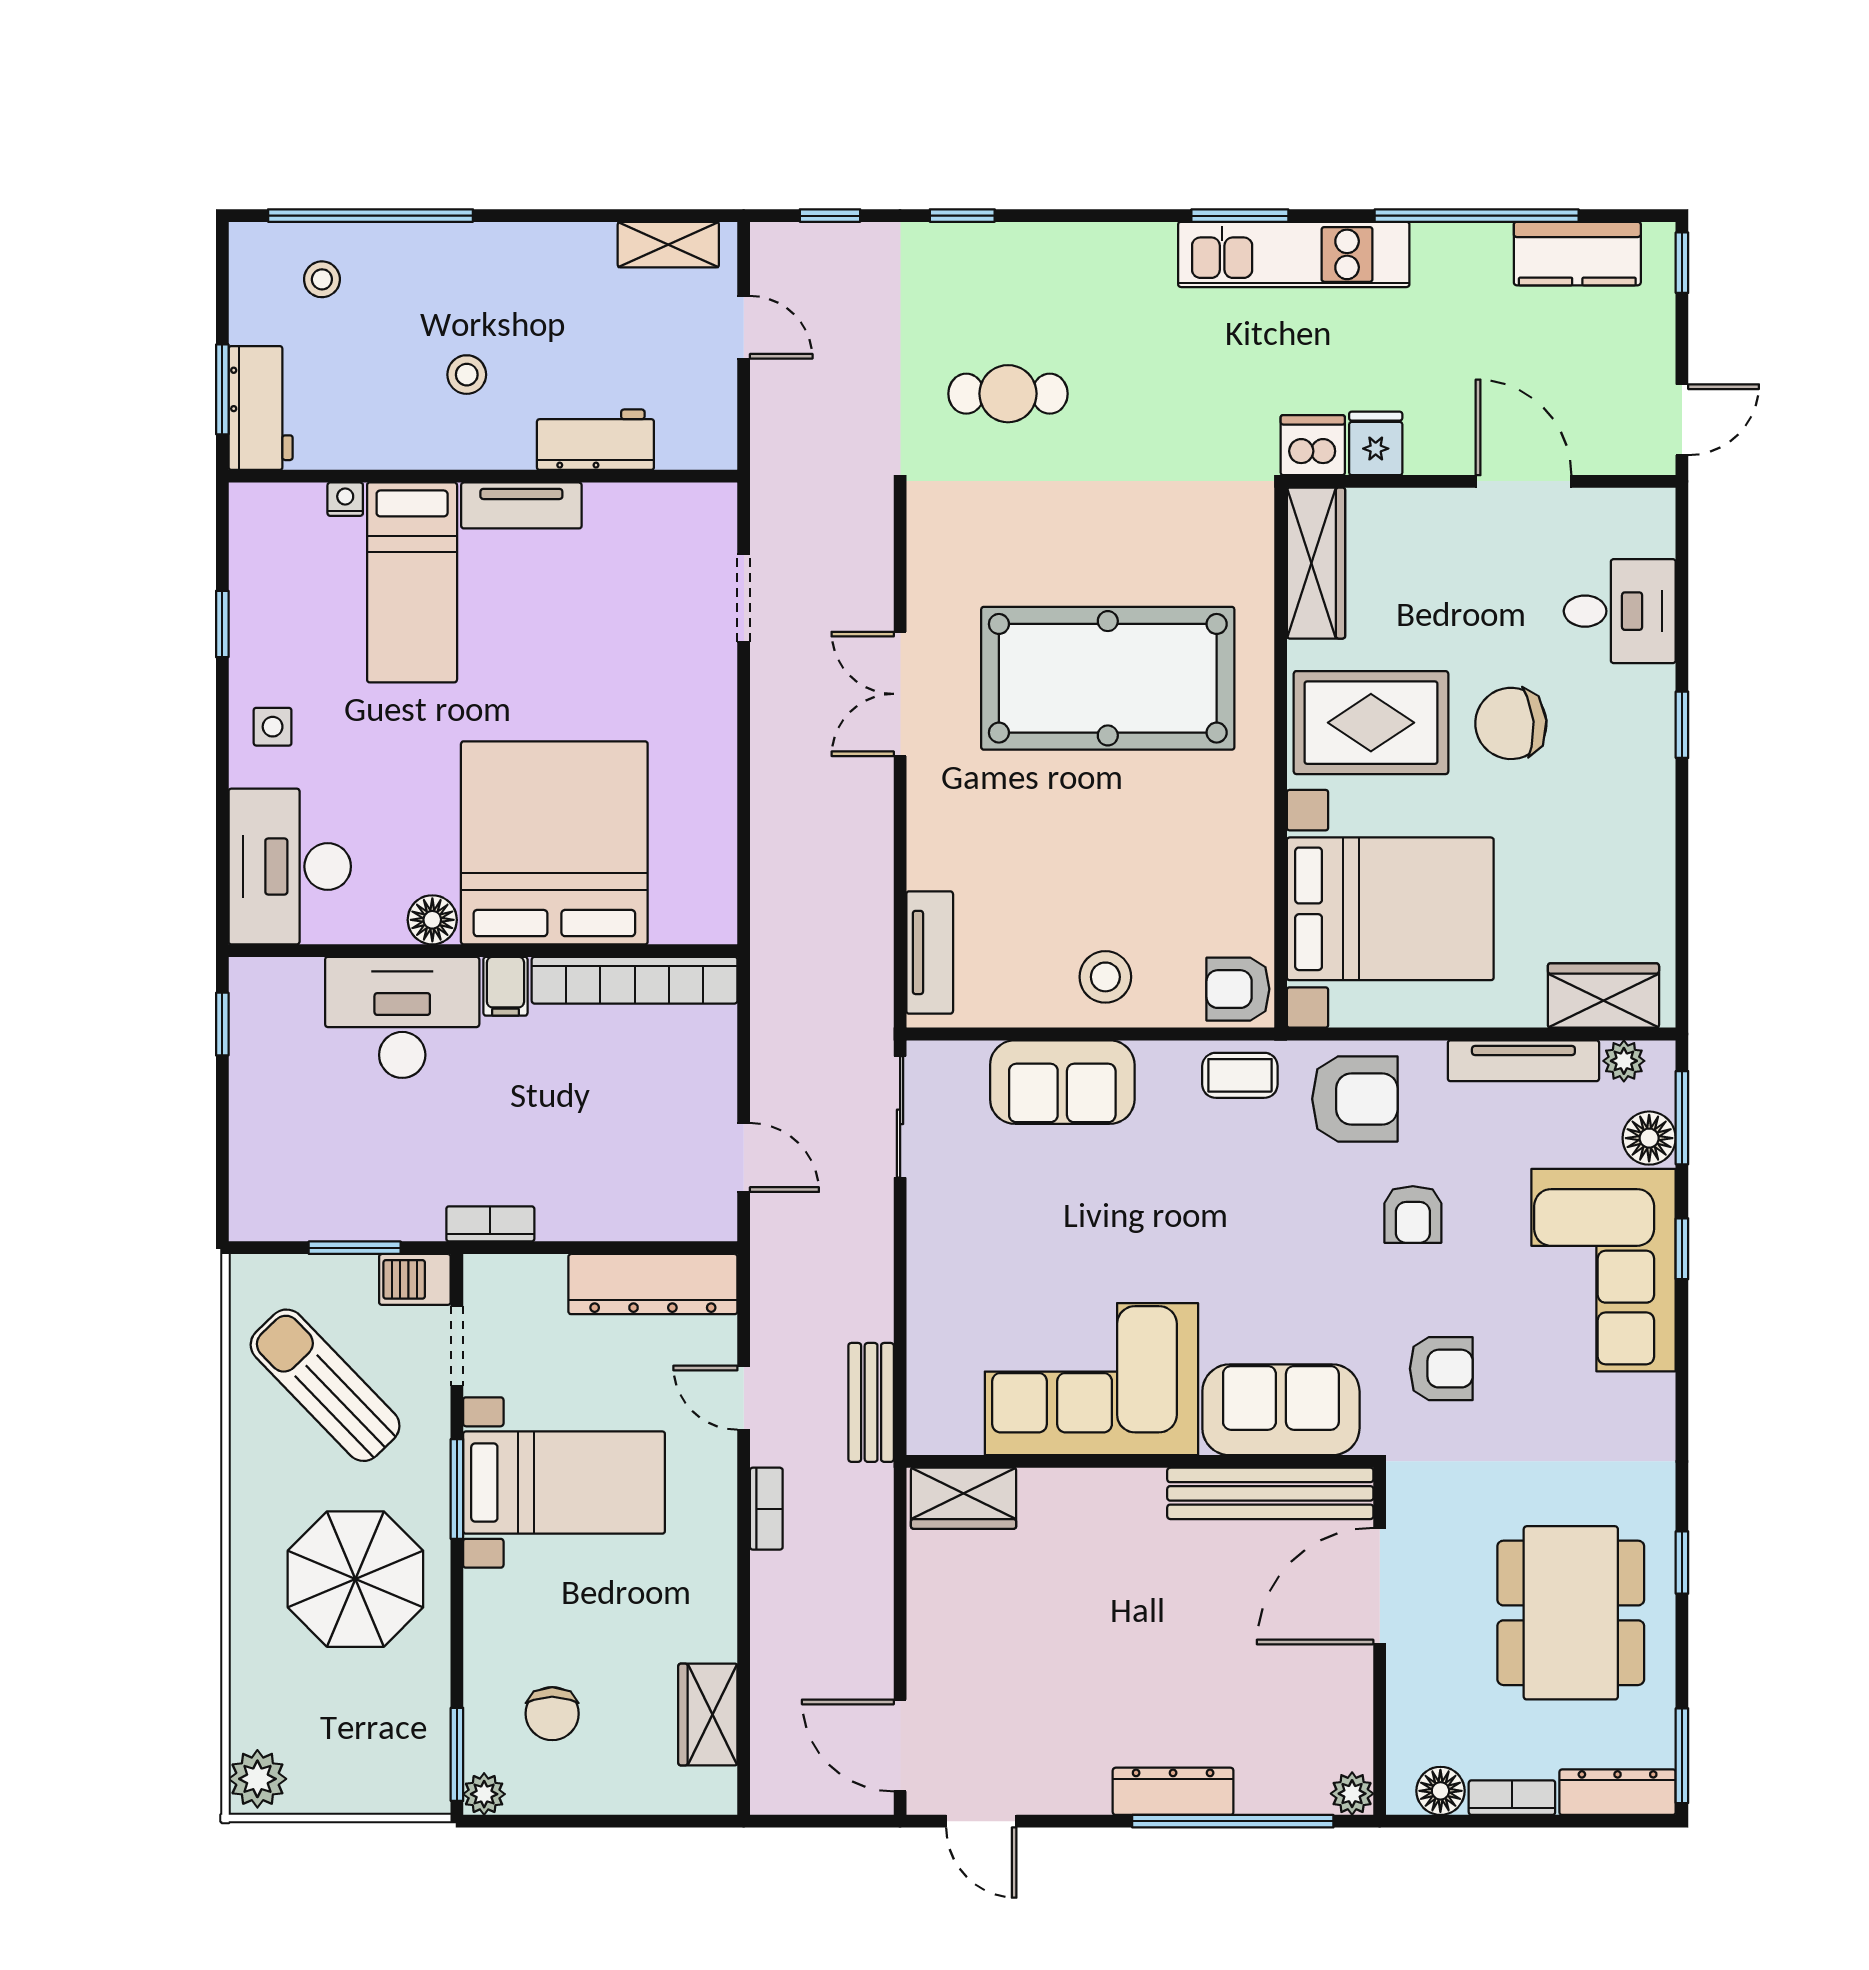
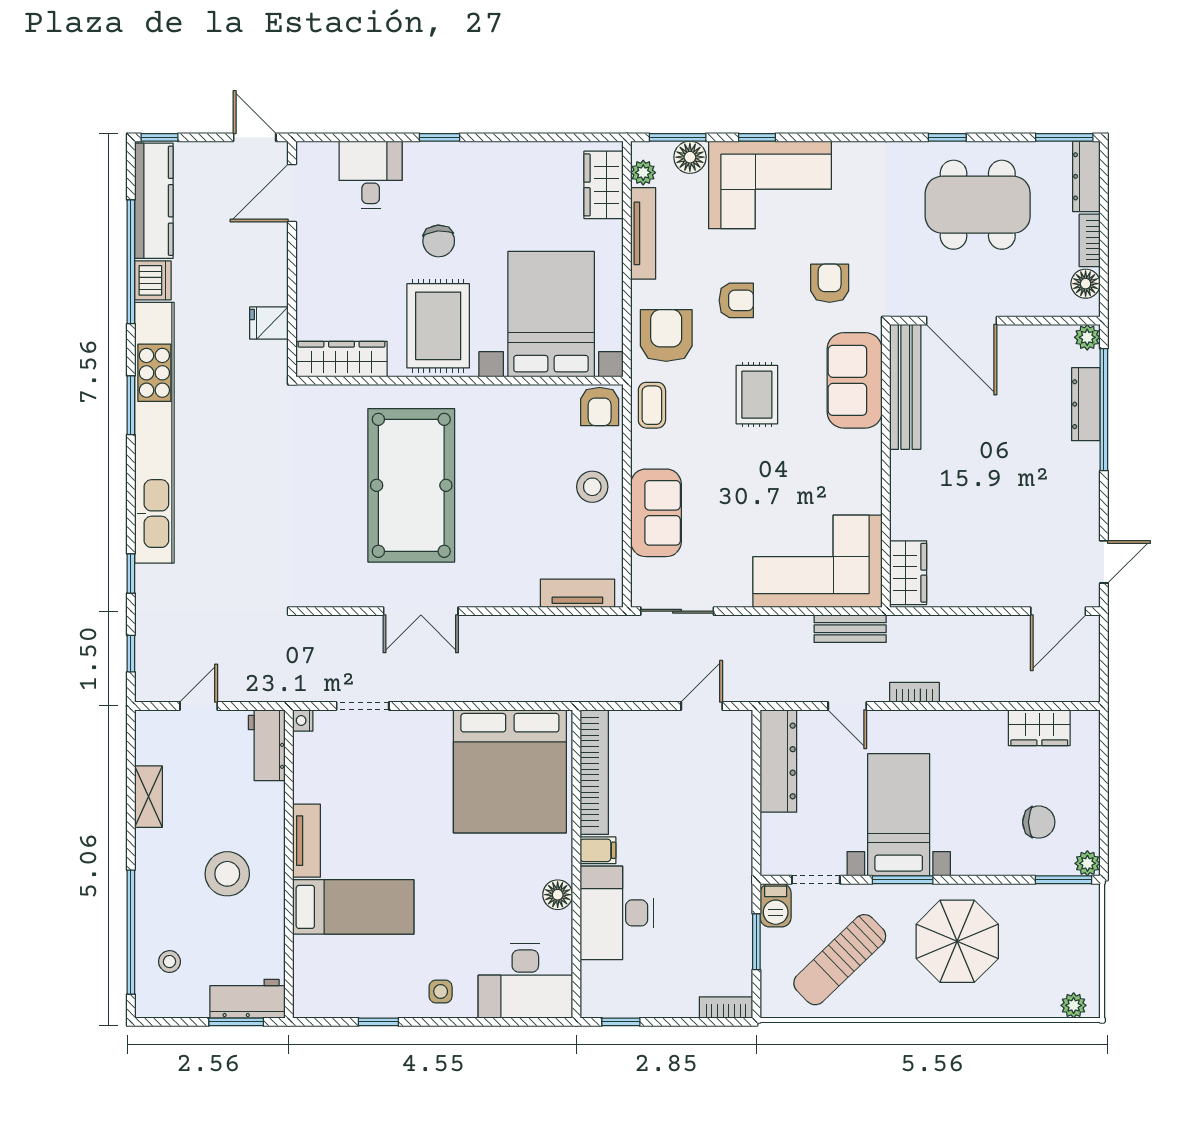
shelving: (668, 245) -> (148, 797), moved
kitchen unit: (1294, 254) -> (154, 433), width x1.86
kitchen counter: (1577, 254) -> (154, 201), width x1.50
stool: (467, 375) -> (227, 874), width x1.89, depth x1.89
cafe table: (1008, 394) -> (239, 546), removed
workbench: (595, 440) -> (267, 745), moved
dishwasher: (1313, 445) -> (153, 280), moved, turned 180
door: (1524, 481) -> (292, 193), moved
nightstand: (345, 499) -> (303, 721), moved
chair: (1511, 723) -> (439, 241), width x0.73, depth x0.73
bed: (554, 843) -> (510, 771), moved, turned -90
bookcase: (490, 1224) -> (726, 1007), moved, turned 90
rug: (1257, 1249) -> (757, 395), added
corner sofa: (1091, 1379) -> (818, 561), moved, turned 90
door: (744, 1398) -> (847, 706), hinge flipped
plant: (257, 1779) -> (1074, 1005), width x0.73, depth x0.73
dresser: (1173, 1791) -> (1086, 404), moved

